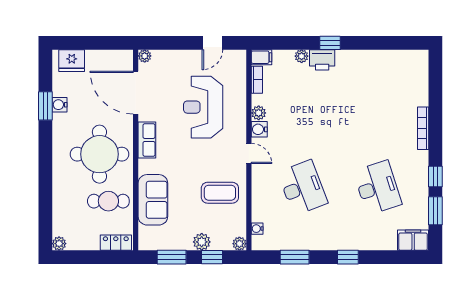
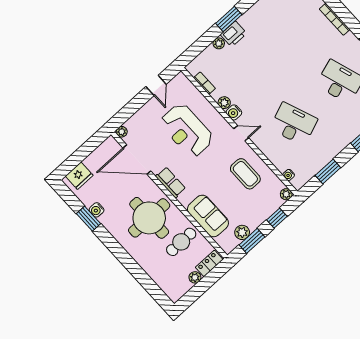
window: (330, 43) -> (229, 19), width x1.50
filing cabinet: (262, 57) -> (195, 67), removed
coffee table: (220, 193) -> (245, 174), turned 90
plant: (202, 242) -> (242, 232), moved
plant: (59, 244) -> (195, 277), moved

